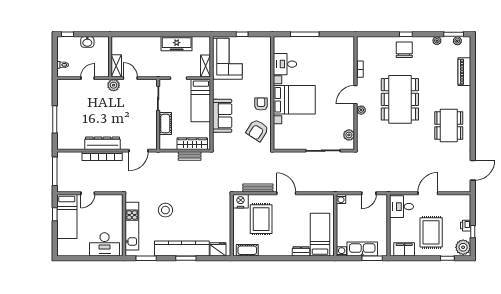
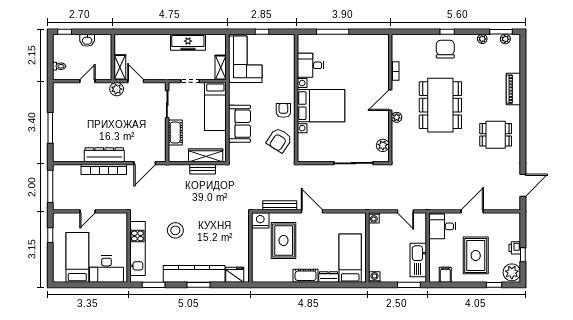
piano: (464, 72) -> (513, 89), moved
dining table: (449, 126) -> (496, 135), width x0.73
door: (369, 193) -> (405, 211), hinge flipped
bed: (67, 217) -> (77, 257), moved, turned 180
kitchen sink: (362, 249) -> (418, 260), moved, turned -90
filing cabinet: (404, 249) -> (445, 275), width x0.50
cot: (247, 250) -> (306, 276), moved

